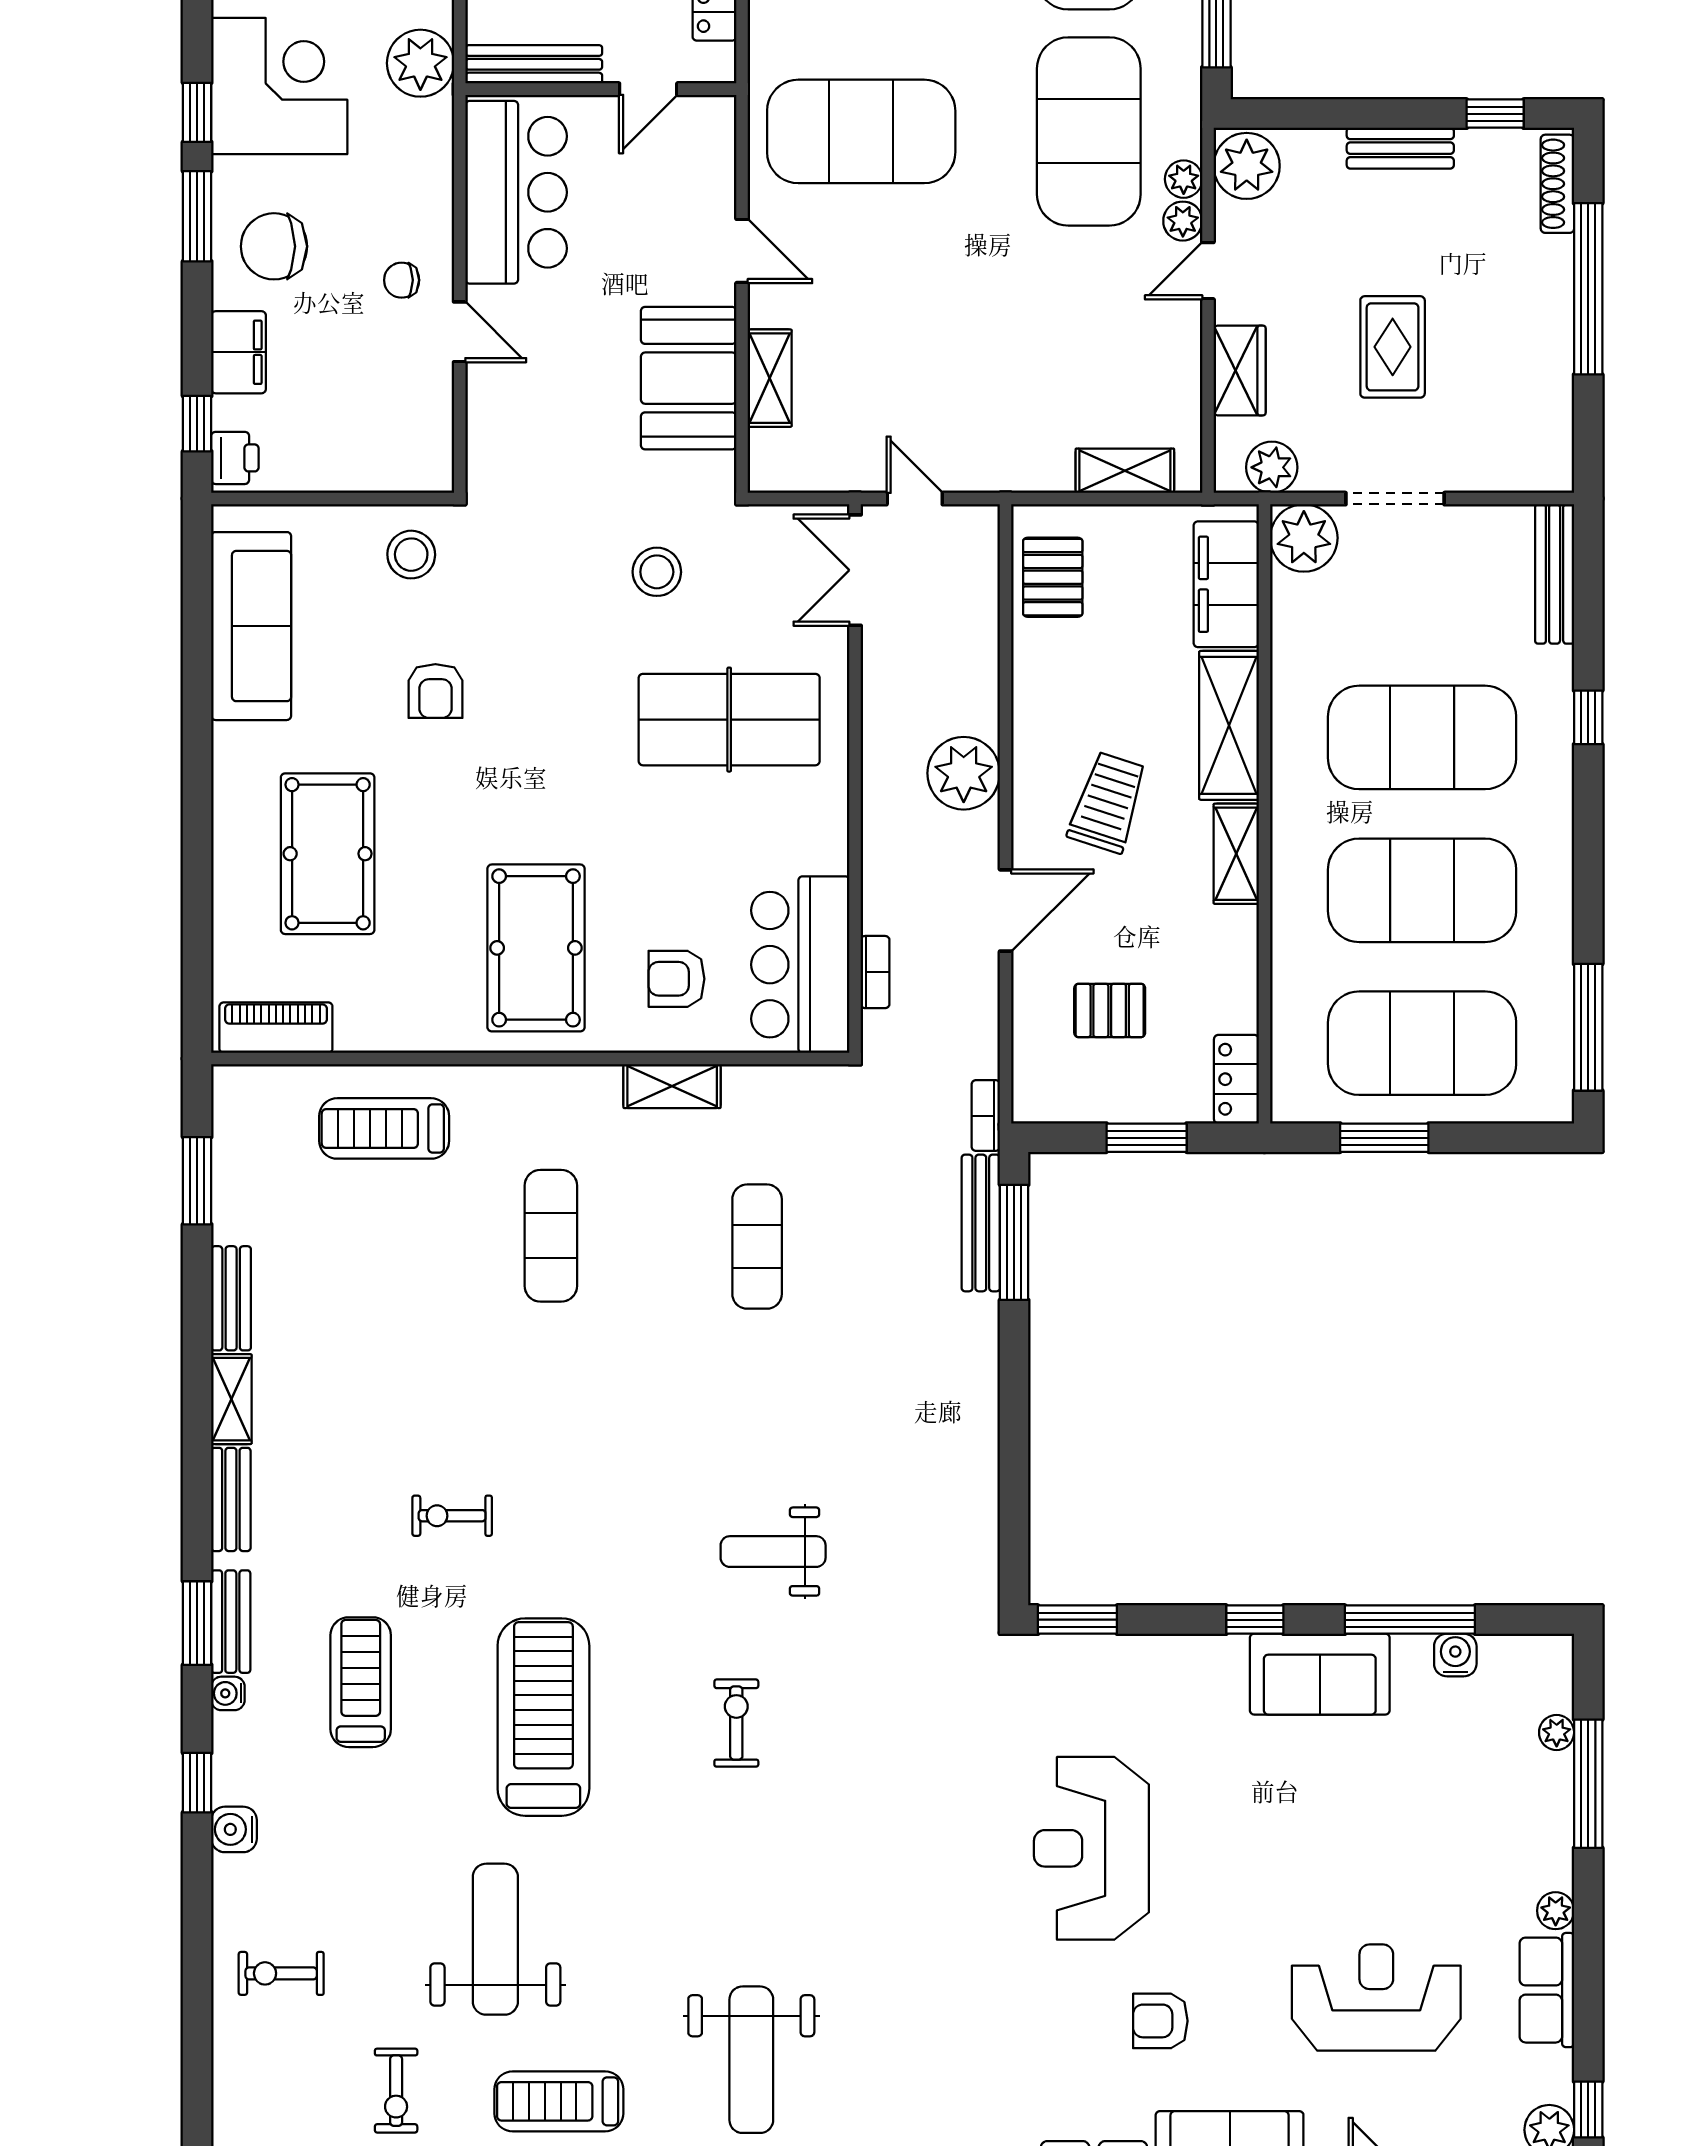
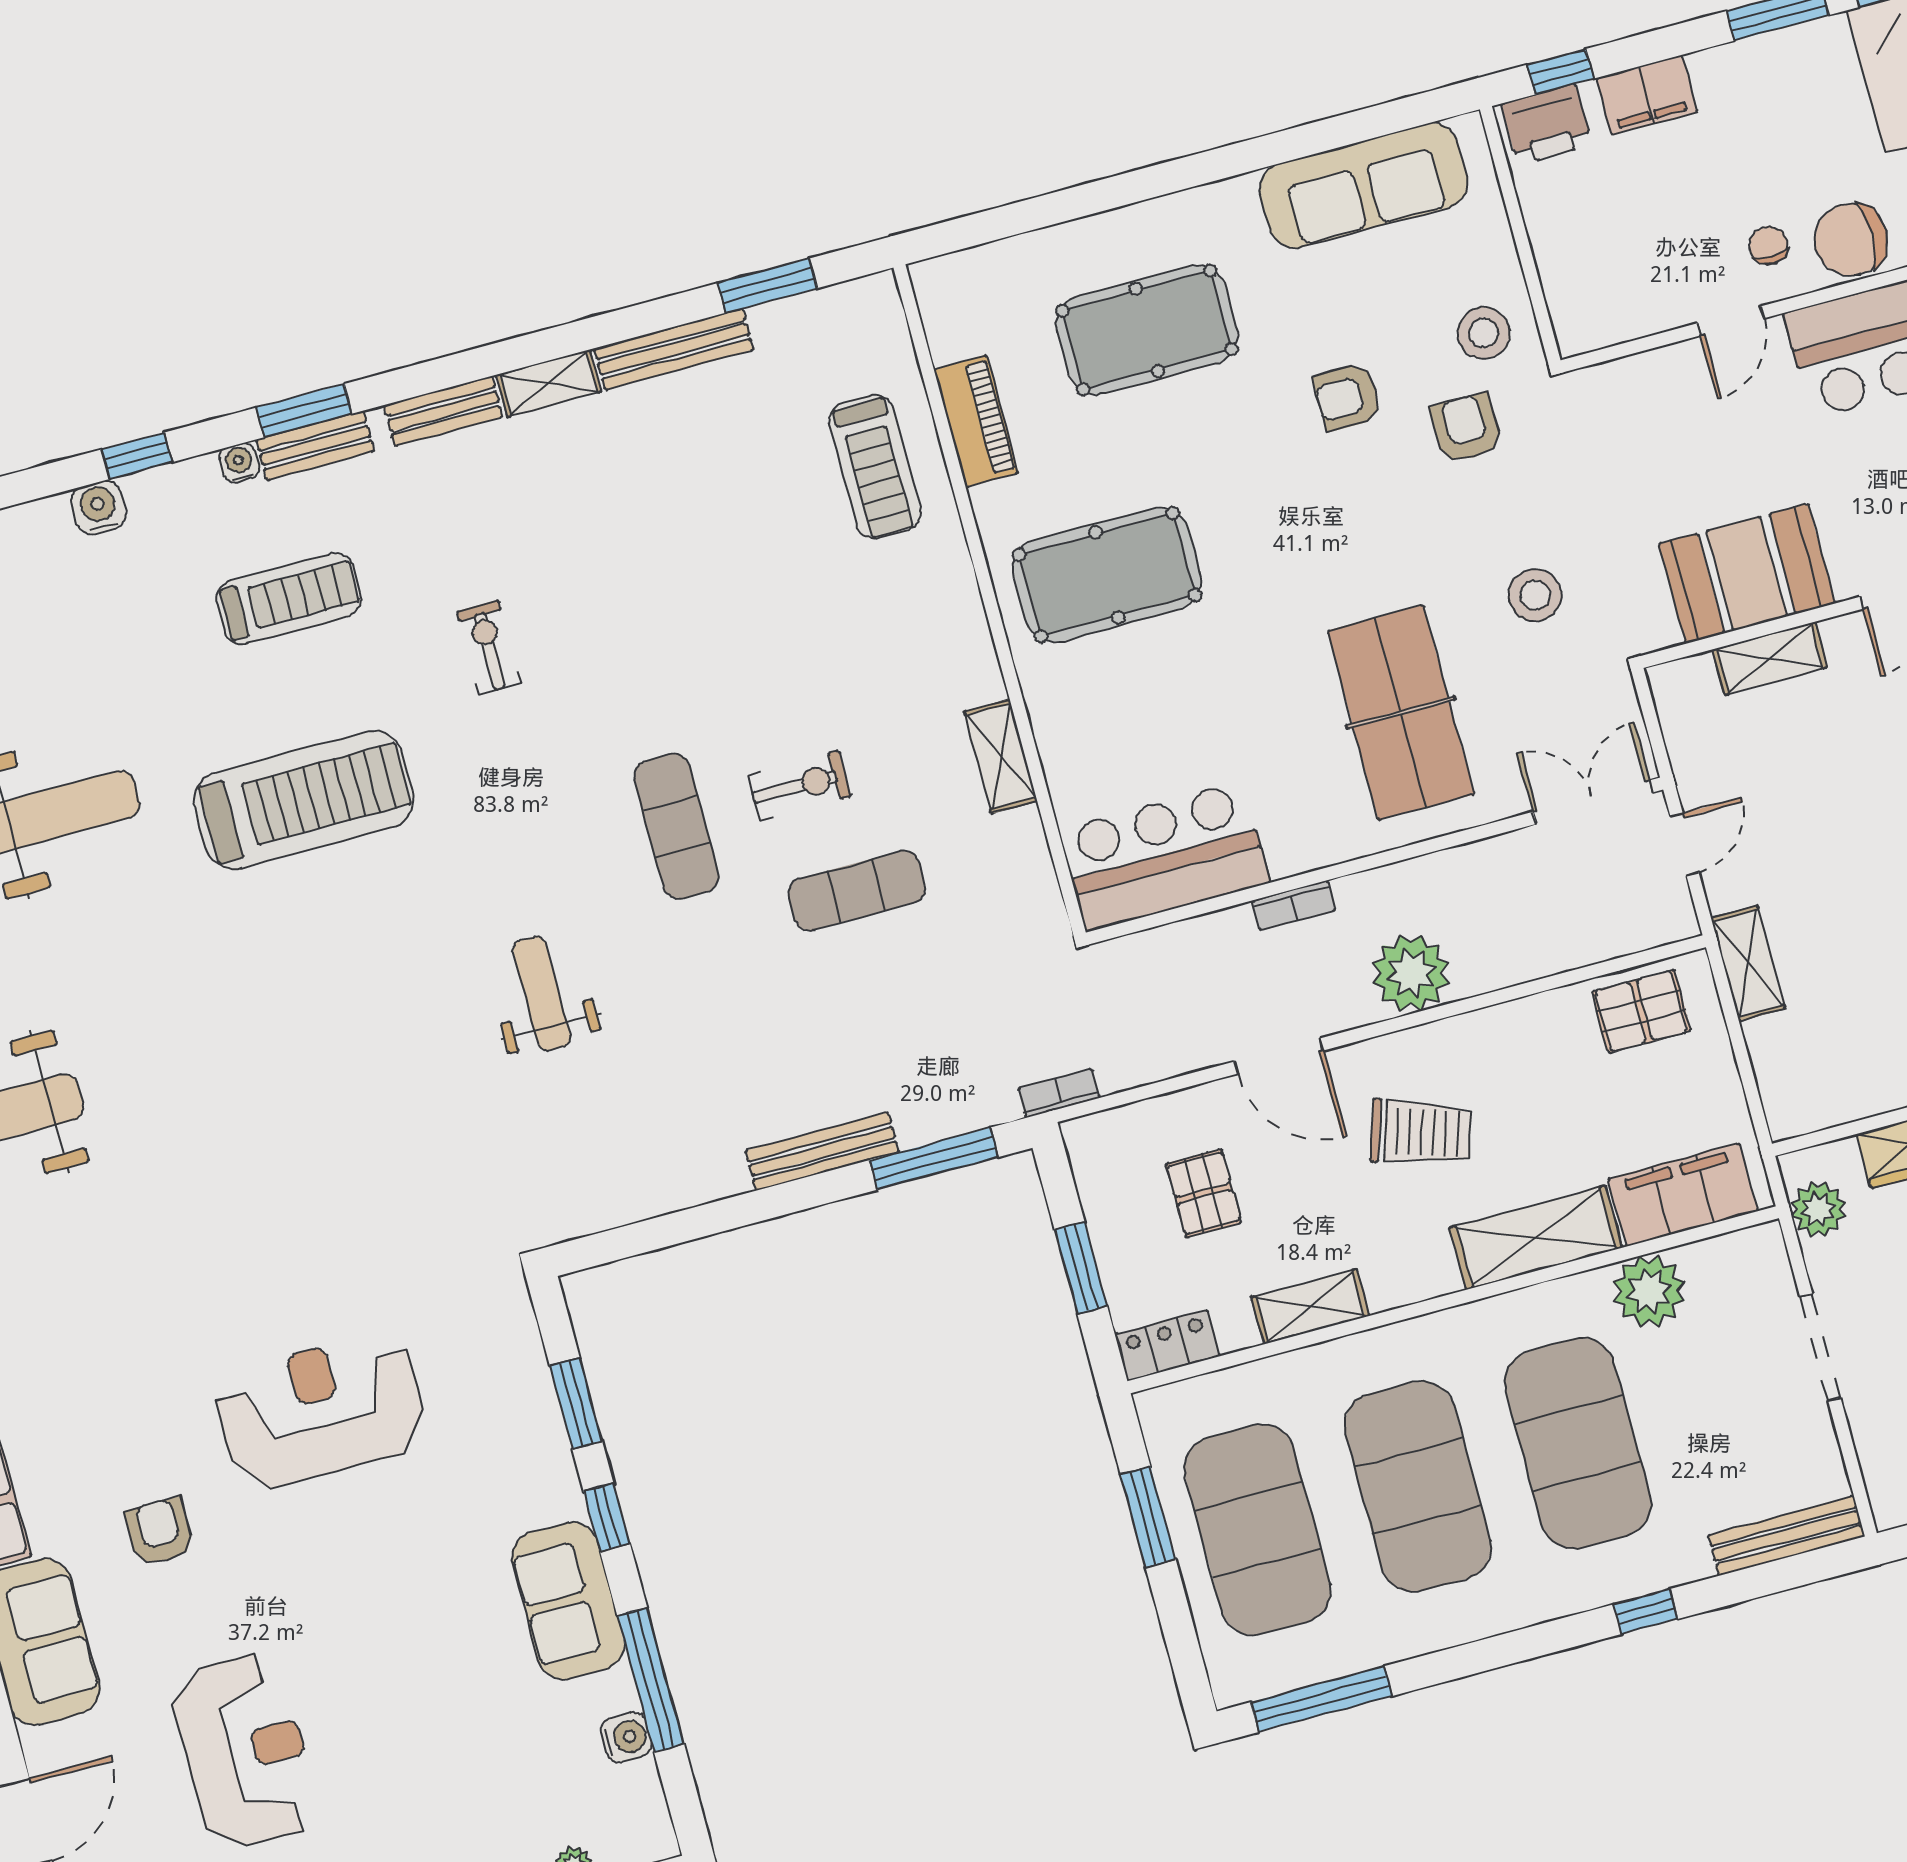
chair: (274, 246) -> (1851, 240), moved, turned -90
printer: (235, 458) -> (1547, 124), width x1.36, depth x1.24
shelving: (1125, 471) -> (1748, 963), moved
plant: (1304, 538) -> (1649, 1291), moved
shelving: (1236, 854) -> (1310, 1307), moved
bookcase: (875, 972) -> (1294, 905), moved
armchair: (676, 979) -> (1466, 428), moved
piano: (276, 1028) -> (976, 421), moved
treadmill: (384, 1128) -> (875, 467), turned 180
bench: (981, 1223) -> (822, 1151), moved
exercise mat: (551, 1236) -> (676, 826), moved, turned 90
bench: (231, 1298) -> (674, 349), width x1.36
window: (1077, 1620) -> (576, 1404), moved
exercise bike: (736, 1723) -> (799, 786), moved

